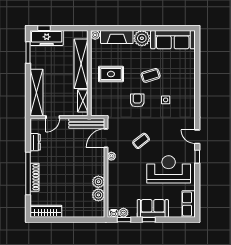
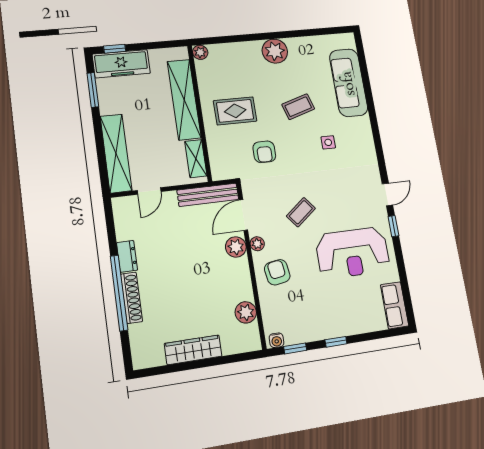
fireplace: (117, 37) -> (235, 52), removed
sofa: (173, 40) -> (349, 83), moved, turned 90
armchair: (137, 100) -> (264, 152), moved, turned 180
door: (197, 137) -> (387, 194), swing flipped
dresser: (35, 142) -> (127, 256), moved
reception desk: (169, 169) -> (353, 253), turned 180
armchair: (121, 174) -> (277, 272), added
plant: (98, 182) -> (236, 247), moved
sofa: (153, 208) -> (339, 322), removed
wardrobe: (46, 211) -> (193, 350), moved
plant: (123, 213) -> (292, 336), removed

